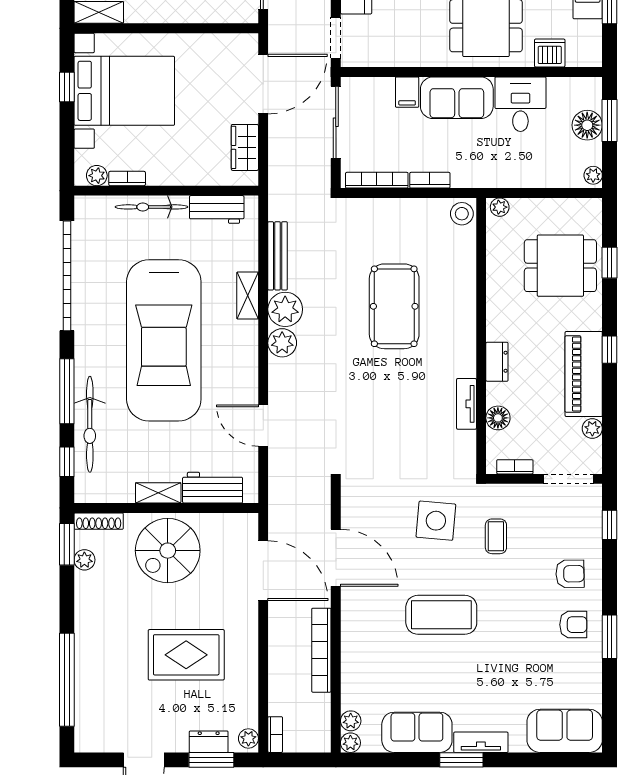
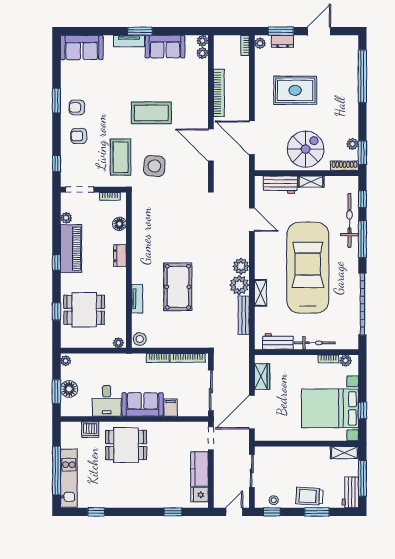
tv unit: (466, 404) -> (137, 299), moved
coffee table: (496, 536) -> (121, 157), width x1.86, depth x1.72

